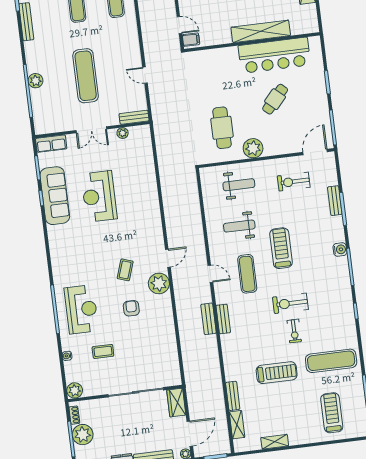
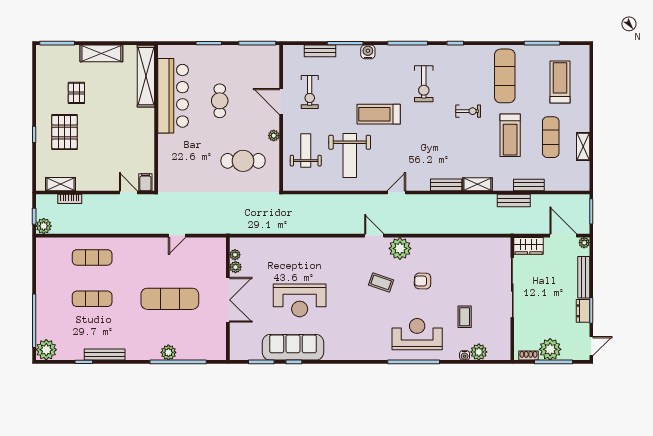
door: (179, 25) -> (128, 192), hinge flipped
shelving: (261, 31) -> (146, 76), moved
cafe table: (275, 99) -> (220, 101), turned 48
bench: (134, 117) -> (220, 253), removed
double door: (91, 130) -> (228, 300), width x1.37
plant: (134, 131) -> (235, 255), added
row of seats: (51, 144) -> (237, 344), removed
plant: (253, 148) -> (274, 136), width x0.53, depth x0.53
door: (315, 152) -> (281, 102), moved
bench: (335, 201) -> (320, 51), moved
weight bench: (239, 226) -> (350, 156), width x1.36, depth x1.33
water cooler: (340, 249) -> (368, 52), moved
exercise mat: (247, 274) -> (551, 137), moved, turned 90
exercise bike: (290, 303) -> (424, 84), moved
bench: (208, 319) -> (514, 201), moved
treadmill: (277, 373) -> (510, 135), turned 180
plant: (75, 390) -> (479, 352), moved
treadmill: (332, 413) -> (560, 82), turned 90
shelving: (237, 425) -> (477, 184), moved

